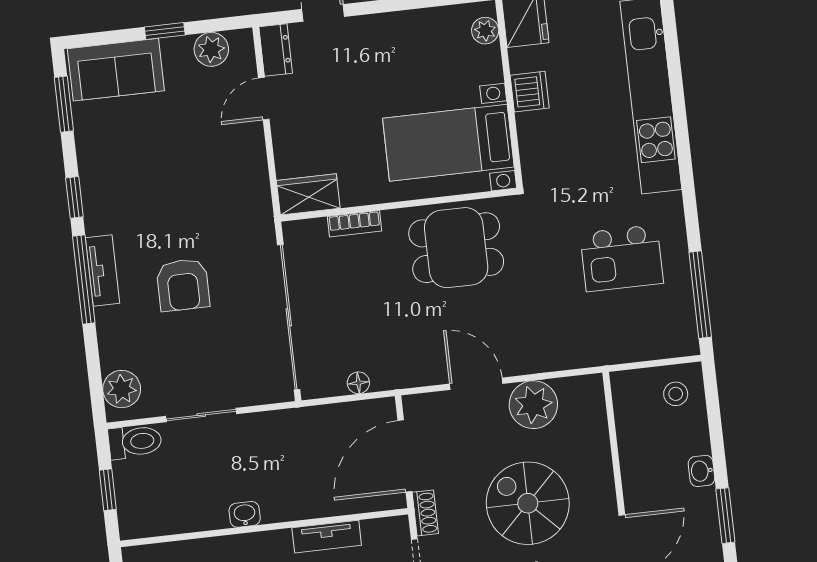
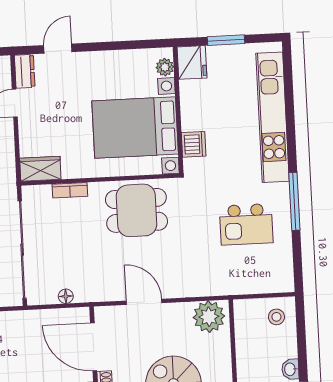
dishwasher: (530, 92) -> (194, 144), moved
bed with nightstands: (448, 143) -> (135, 128), width x1.36
window: (700, 295) -> (294, 201), moved
plant: (533, 405) -> (209, 317), moved
door: (405, 456) -> (94, 347), hinge flipped

